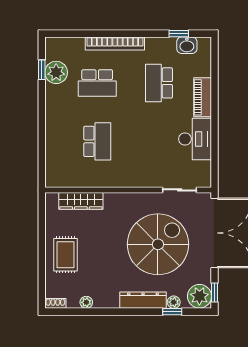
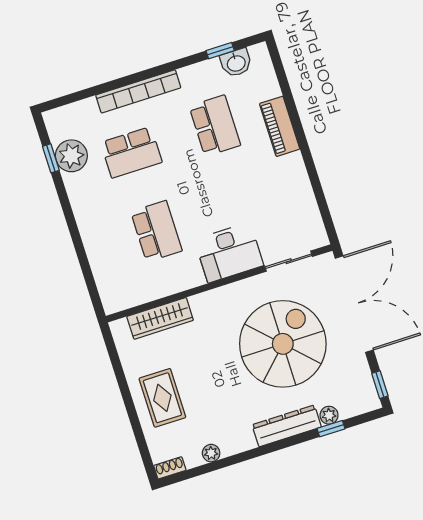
school desk: (159, 83) -> (215, 126), turned 180
desk: (195, 139) -> (229, 252), moved, turned 90
plant: (199, 296) -> (361, 396), removed

